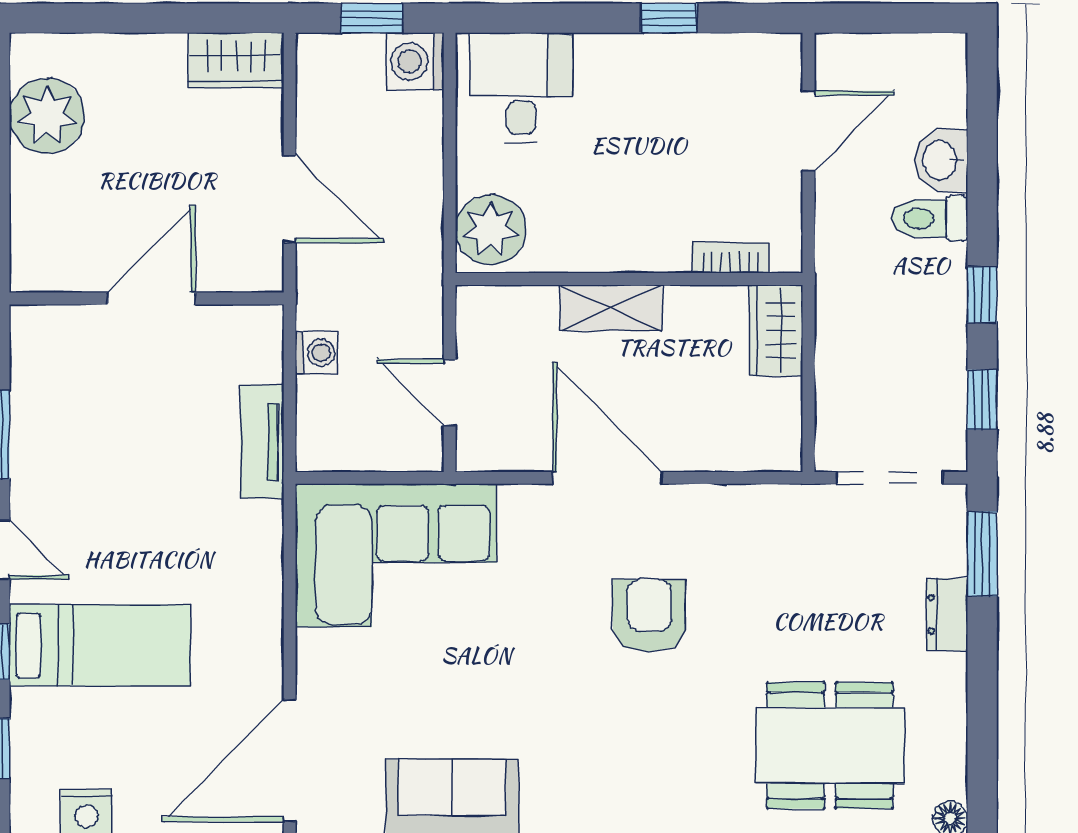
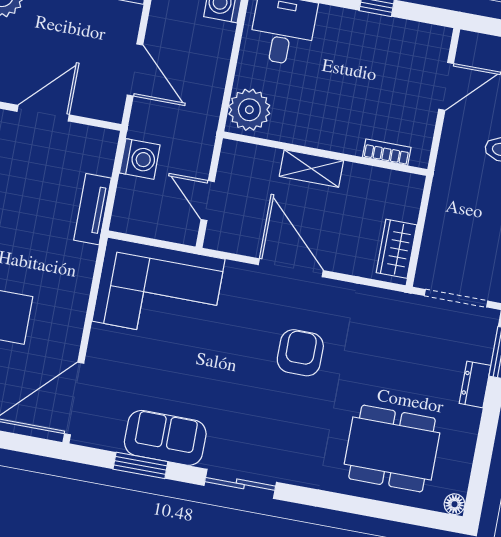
wardrobe: (776, 330) -> (397, 249), moved
washing machine: (317, 353) -> (140, 159), width x1.38, depth x1.38

